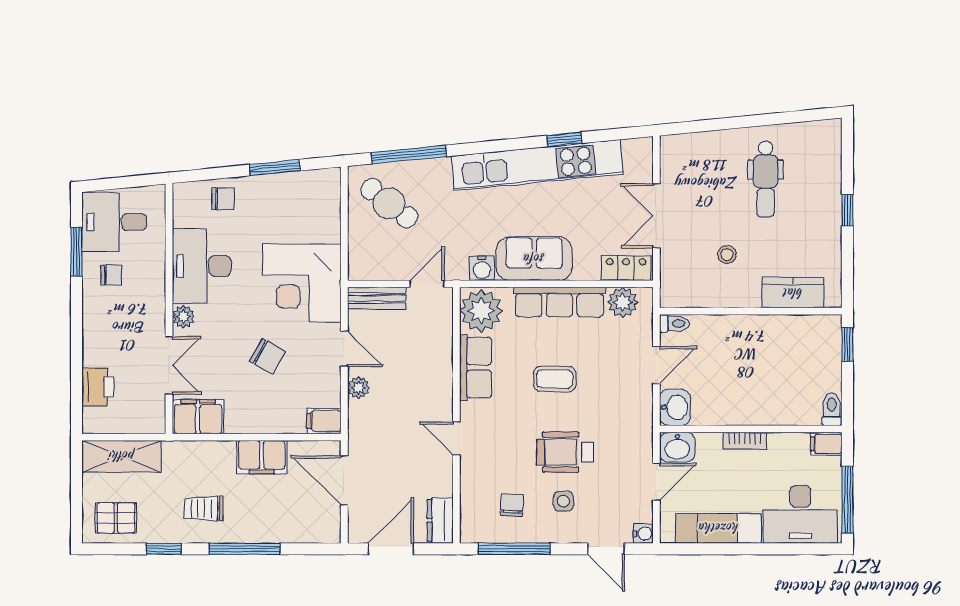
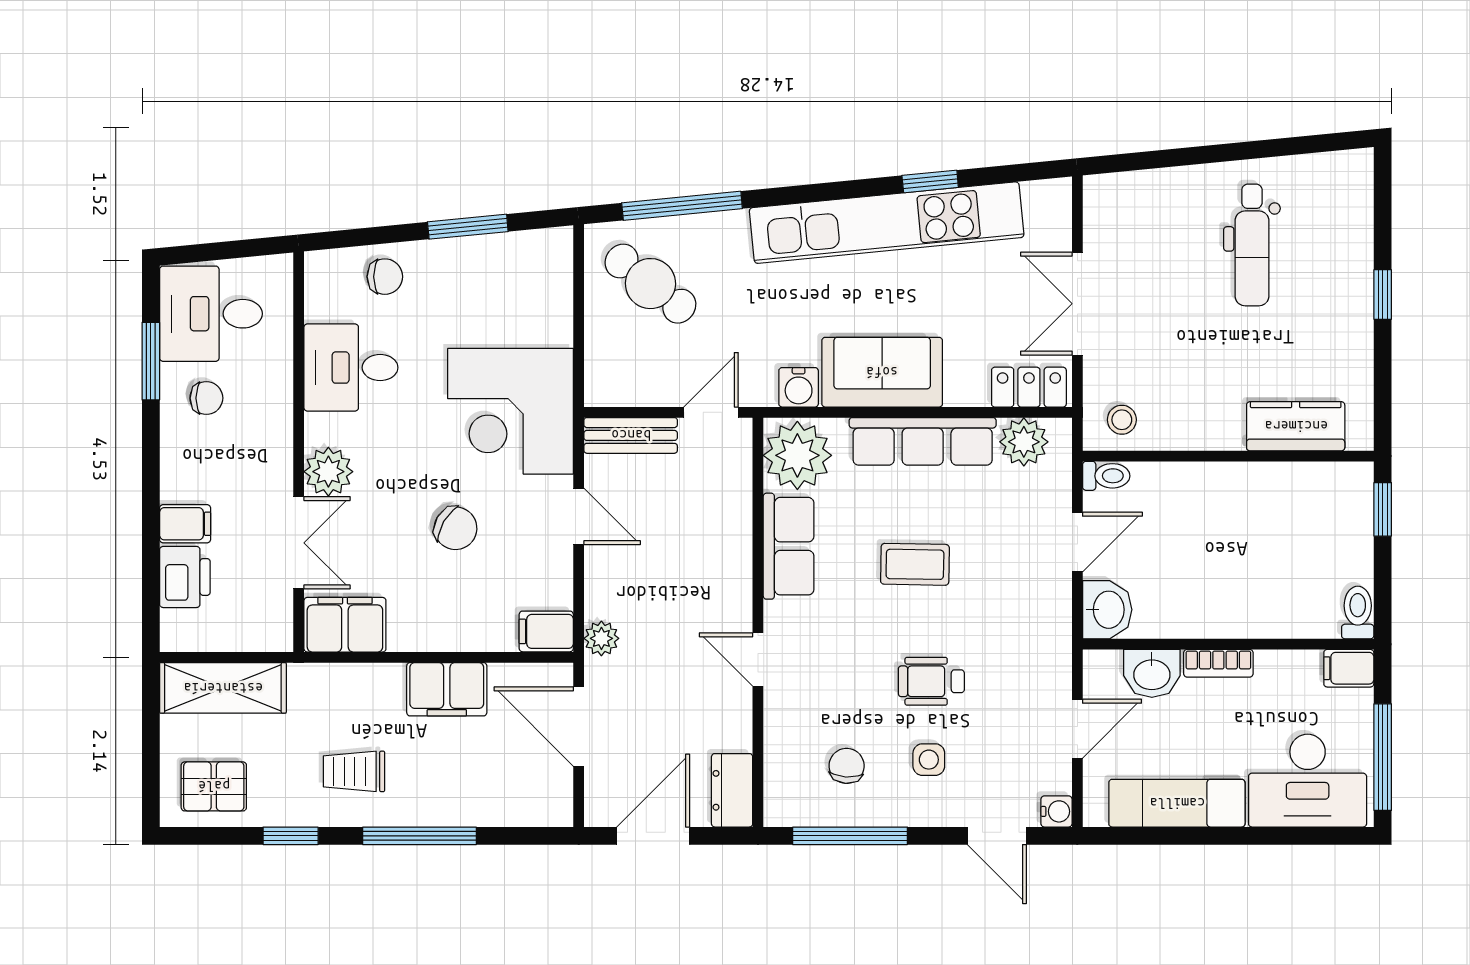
stool: (727, 255) -> (1122, 420), moved
desk: (202, 266) -> (351, 368), width x0.73
plant: (183, 317) -> (328, 472), width x1.38, depth x1.38
filing cabinet: (98, 354) -> (185, 524), added
plant: (358, 388) -> (601, 638), moved
washbasin: (677, 447) -> (1152, 673), moved
wheelchair: (565, 452) -> (931, 681), width x0.73, depth x0.73

